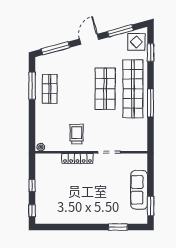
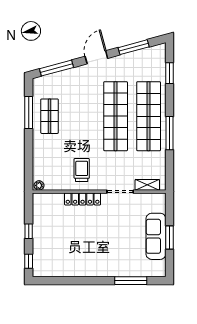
display table: (136, 42) -> (153, 60), removed
shop shelf: (105, 89) -> (116, 116), width x1.40
shelving: (132, 147) -> (147, 185), added
window: (151, 206) -> (170, 237), moved
window: (118, 227) -> (131, 281), width x1.44

